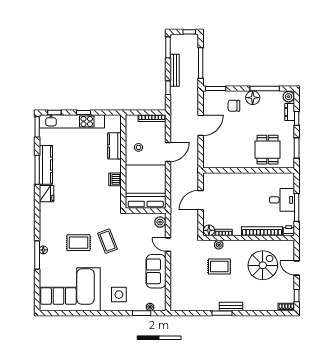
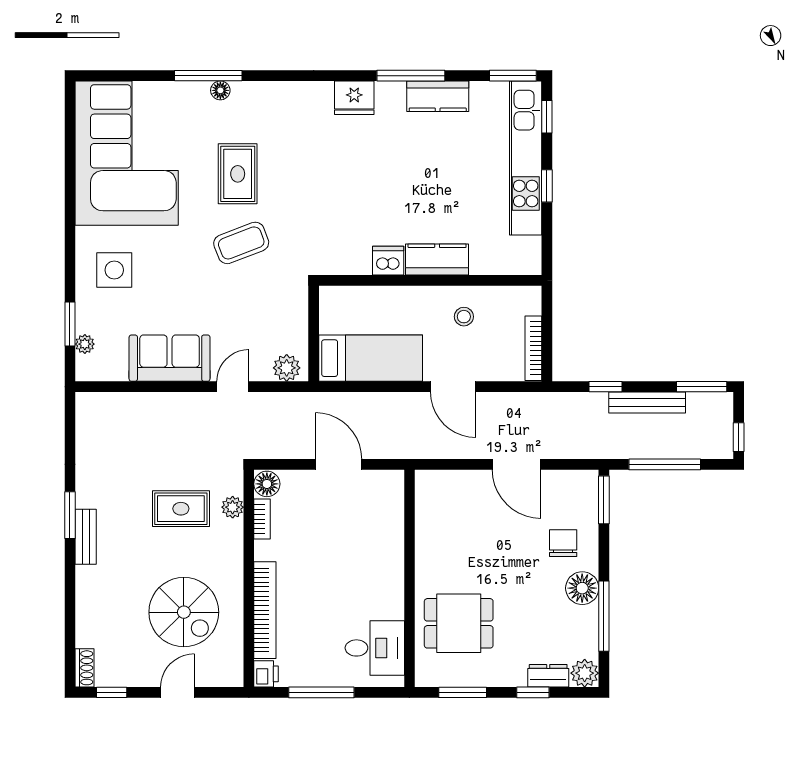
kitchen counter: (114, 146) -> (437, 259), moved
kitchen counter: (46, 165) -> (438, 96), width x0.67
bed: (146, 187) -> (371, 358), width x0.49
desk: (282, 200) -> (375, 648), moved, turned -90
rug: (219, 267) -> (181, 509), turned 90

